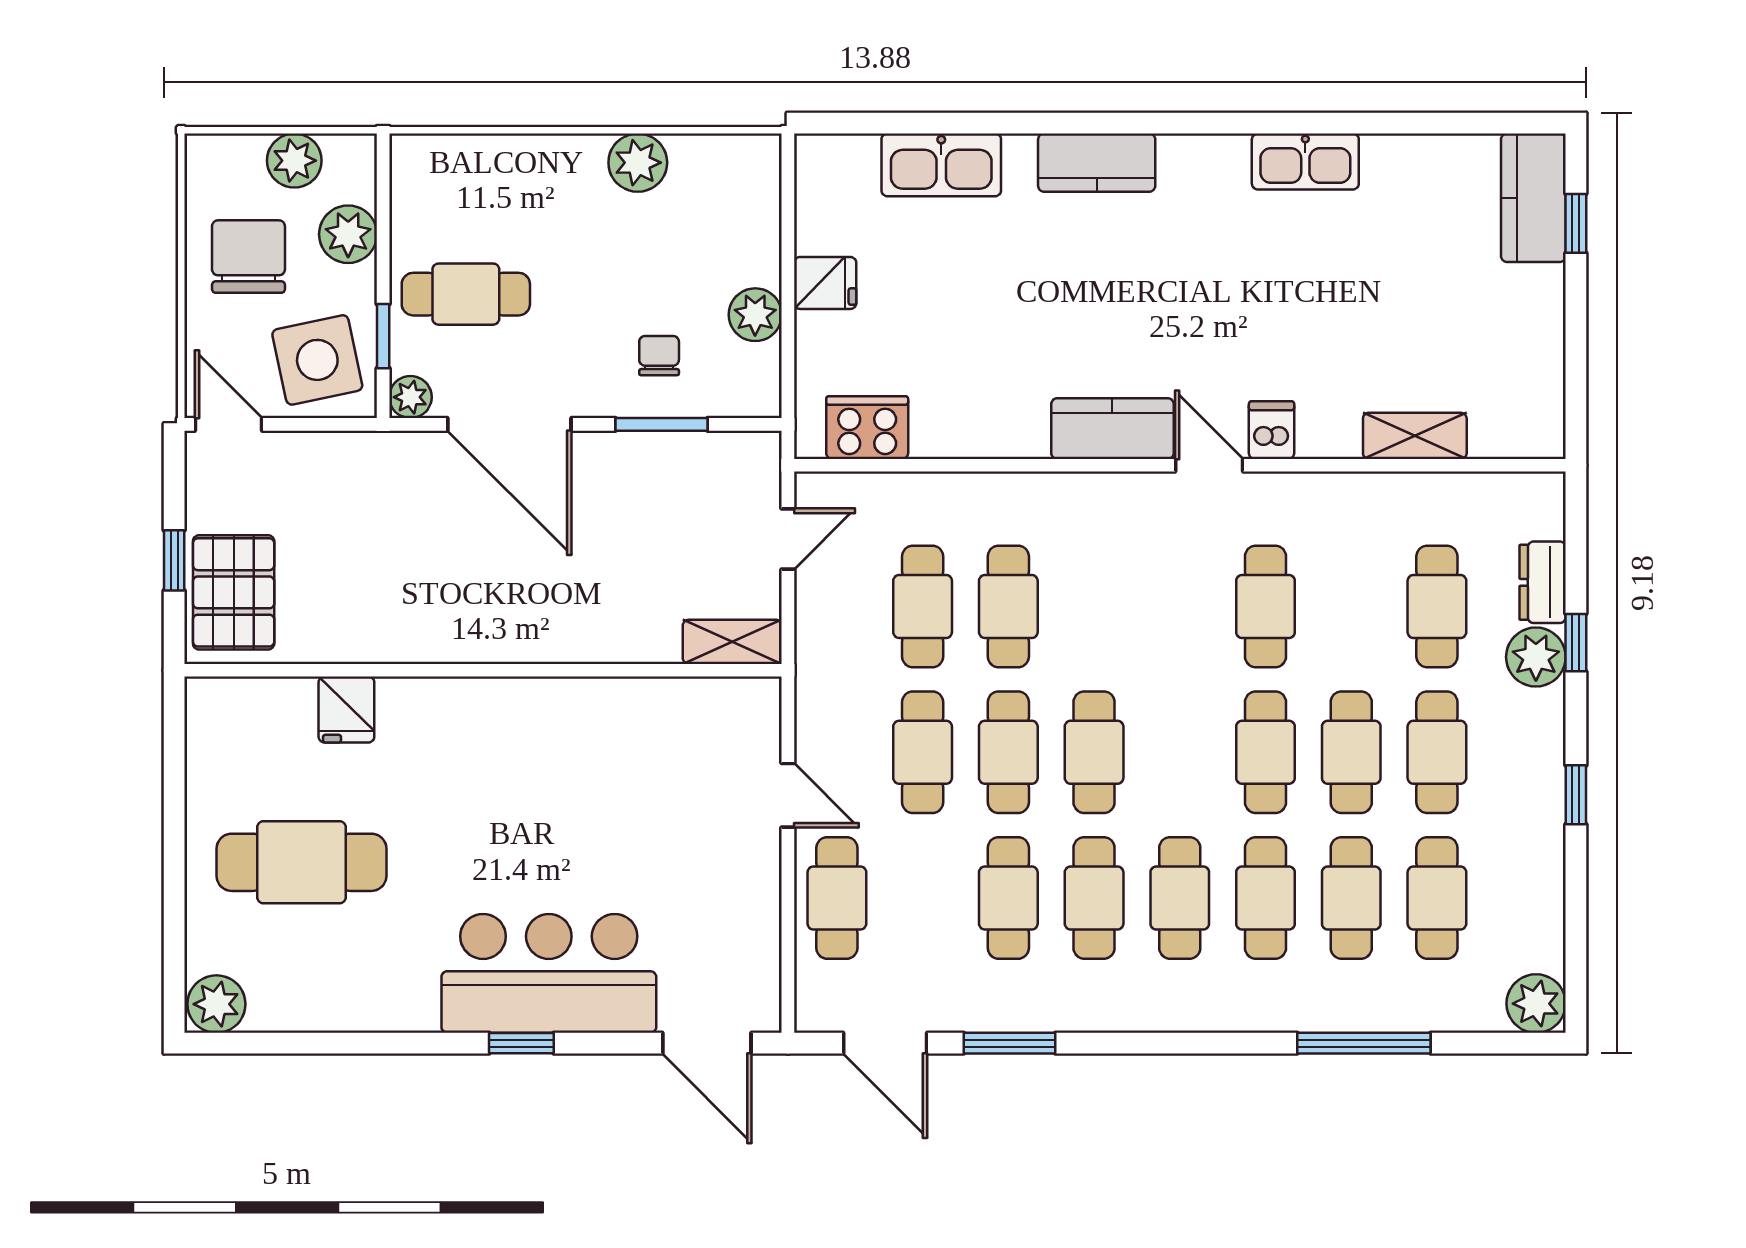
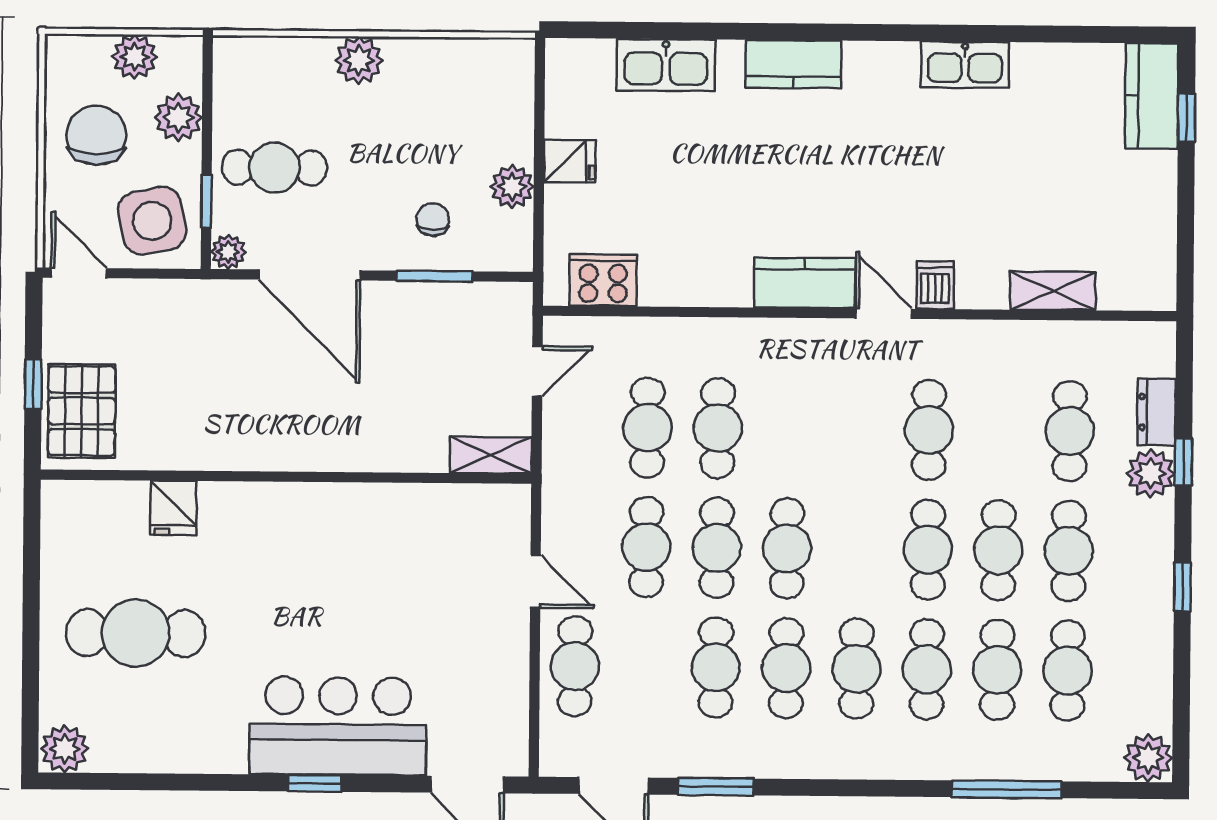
plant: (638, 163) -> (359, 60), moved

